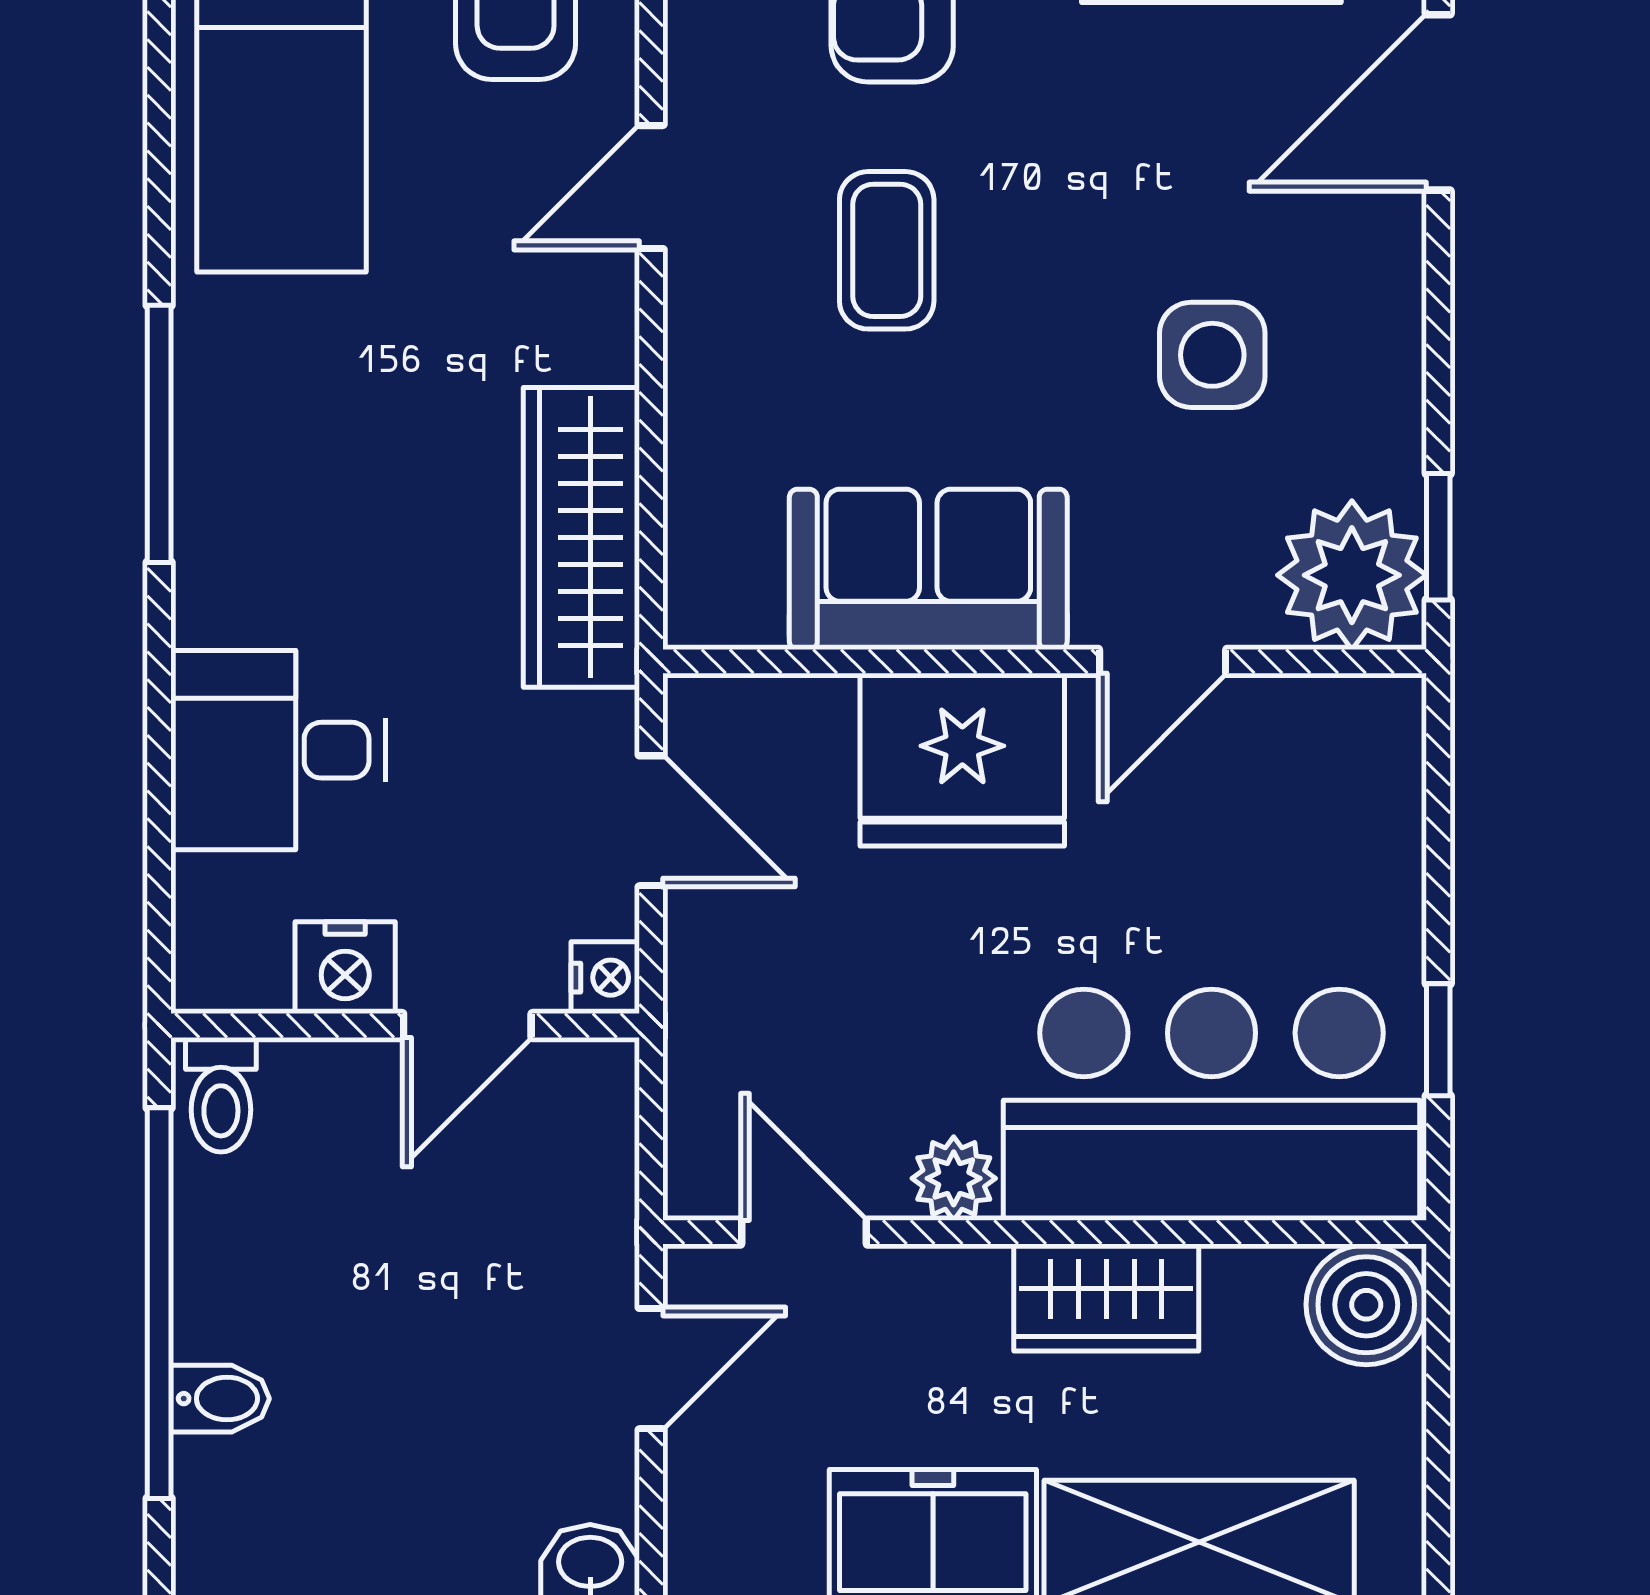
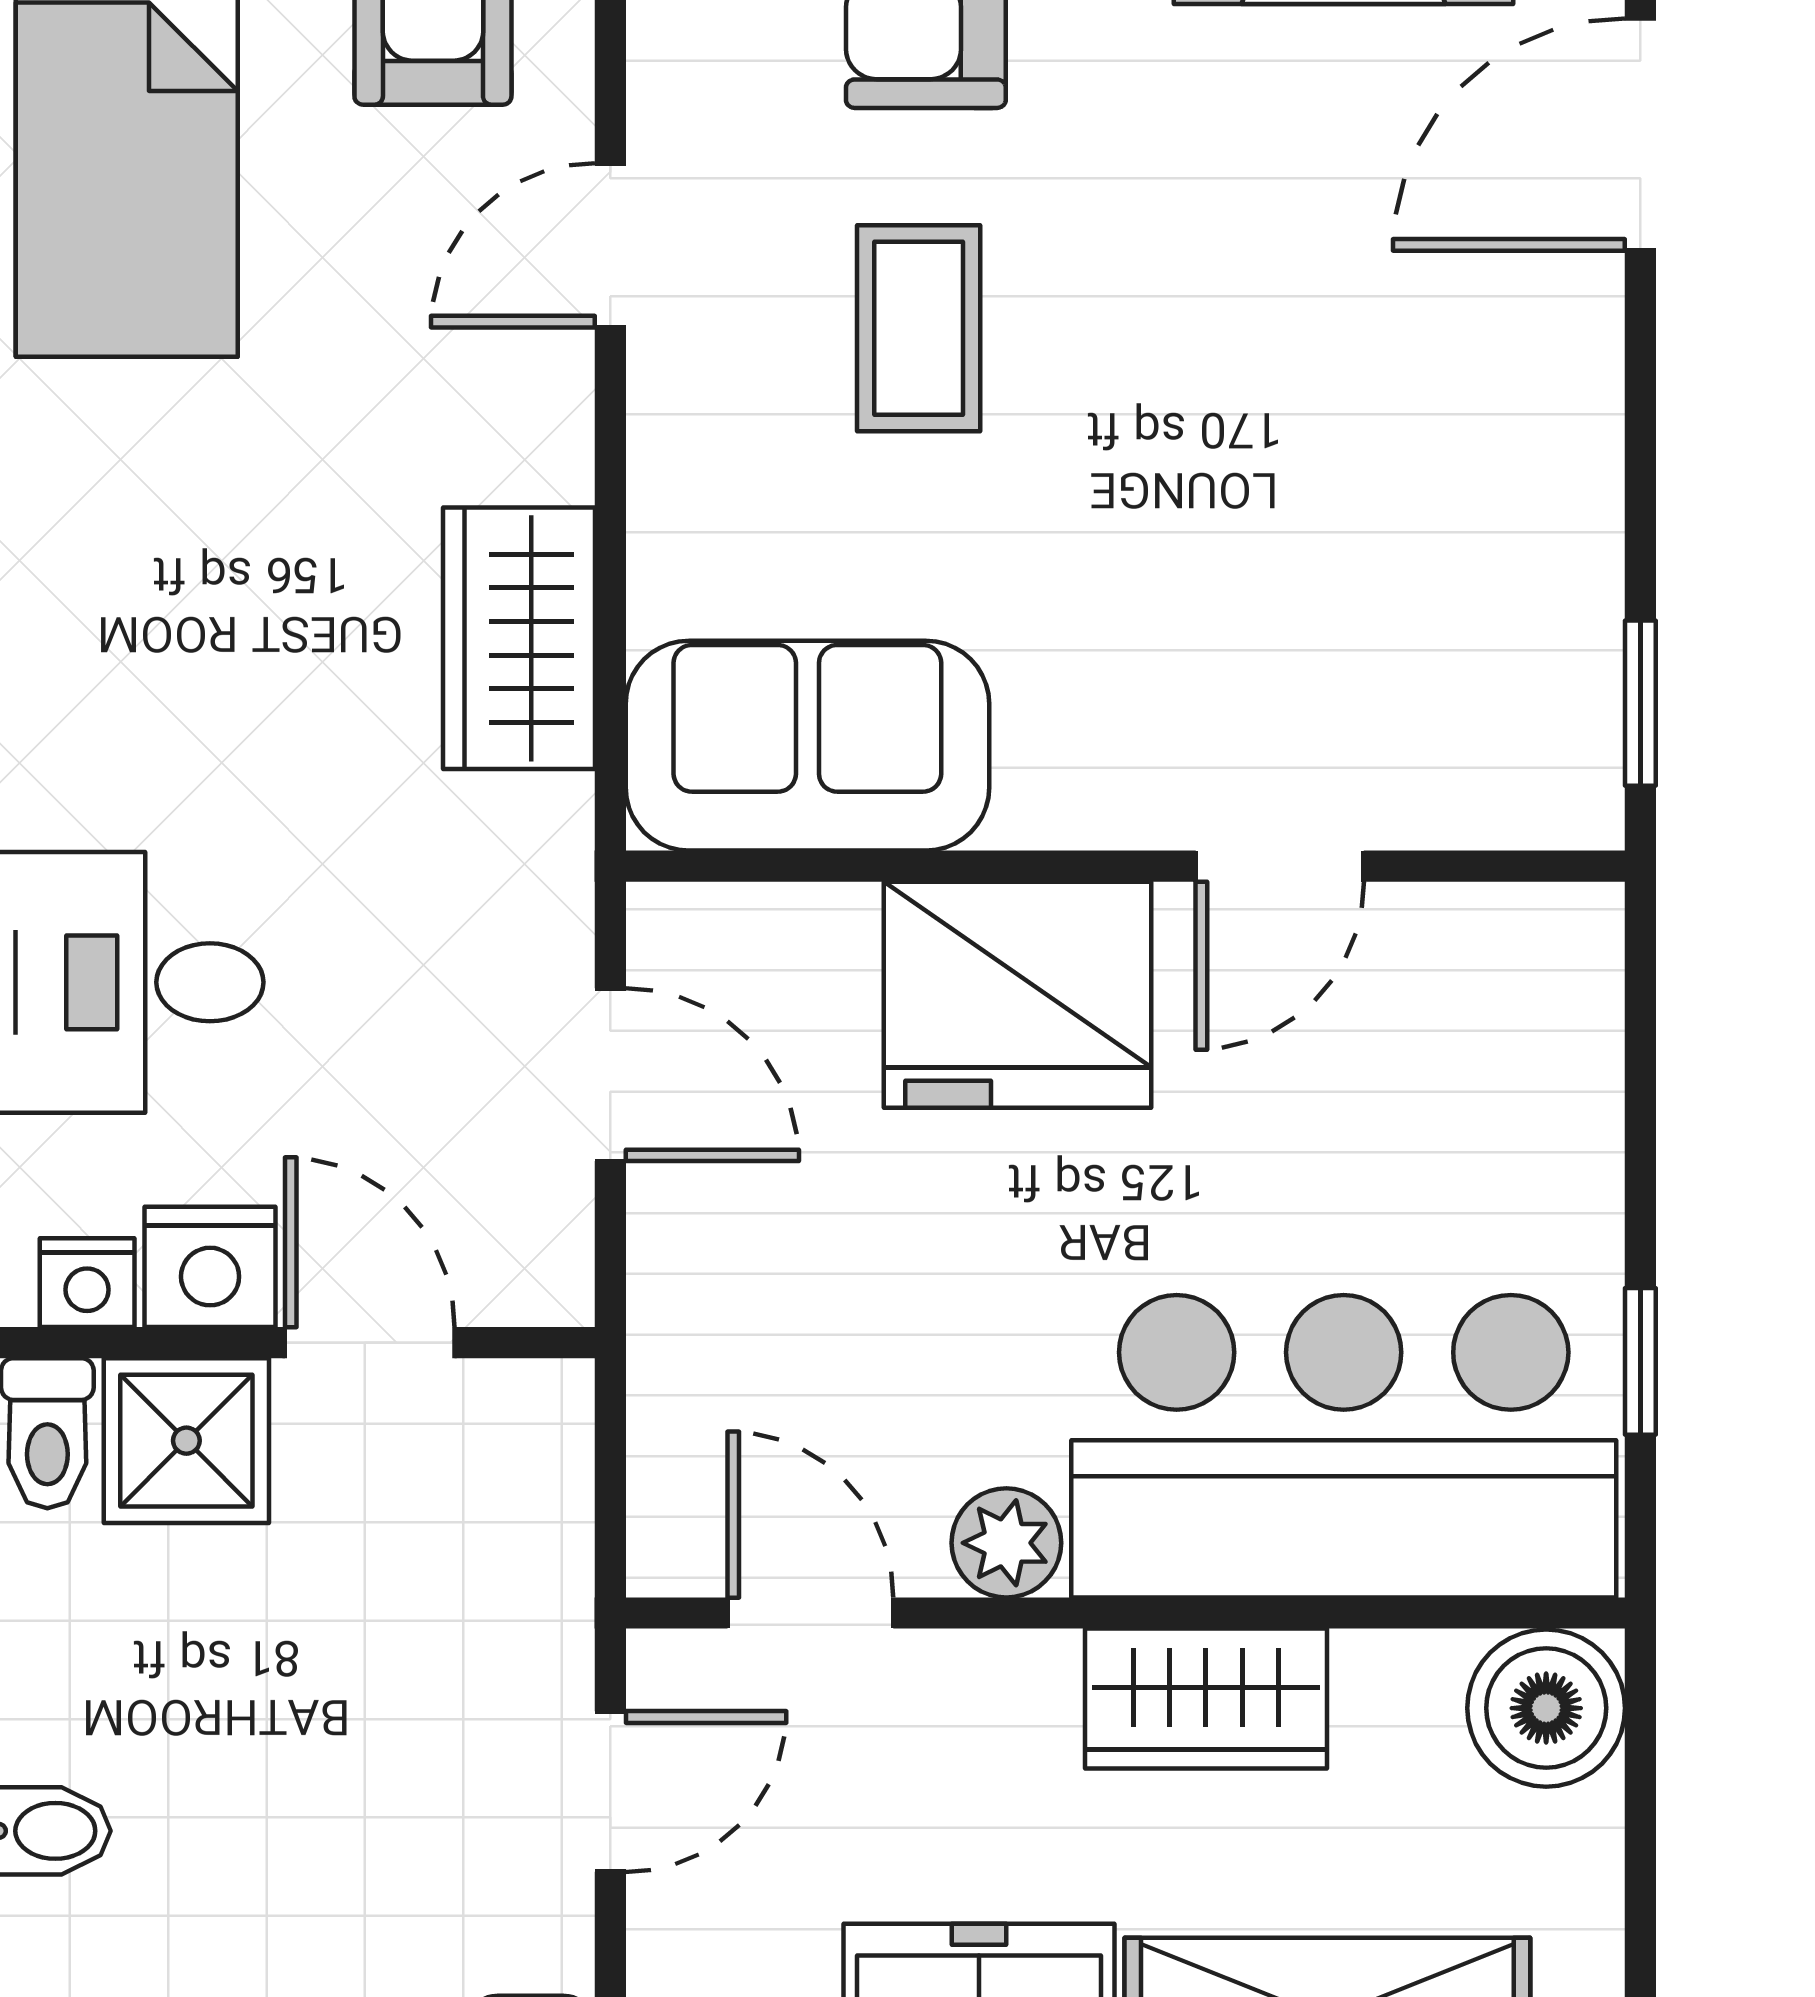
side table: (1212, 355) -> (1345, 465), removed
wardrobe: (581, 537) -> (519, 638), width x0.67
sofa: (928, 569) -> (807, 746), moved
plant: (1352, 575) -> (1527, 753), removed
nightstand: (605, 978) -> (87, 1283), moved, turned 90
door: (467, 1025) -> (370, 1343), swing flipped
shower: (327, 1100) -> (186, 1441), added

